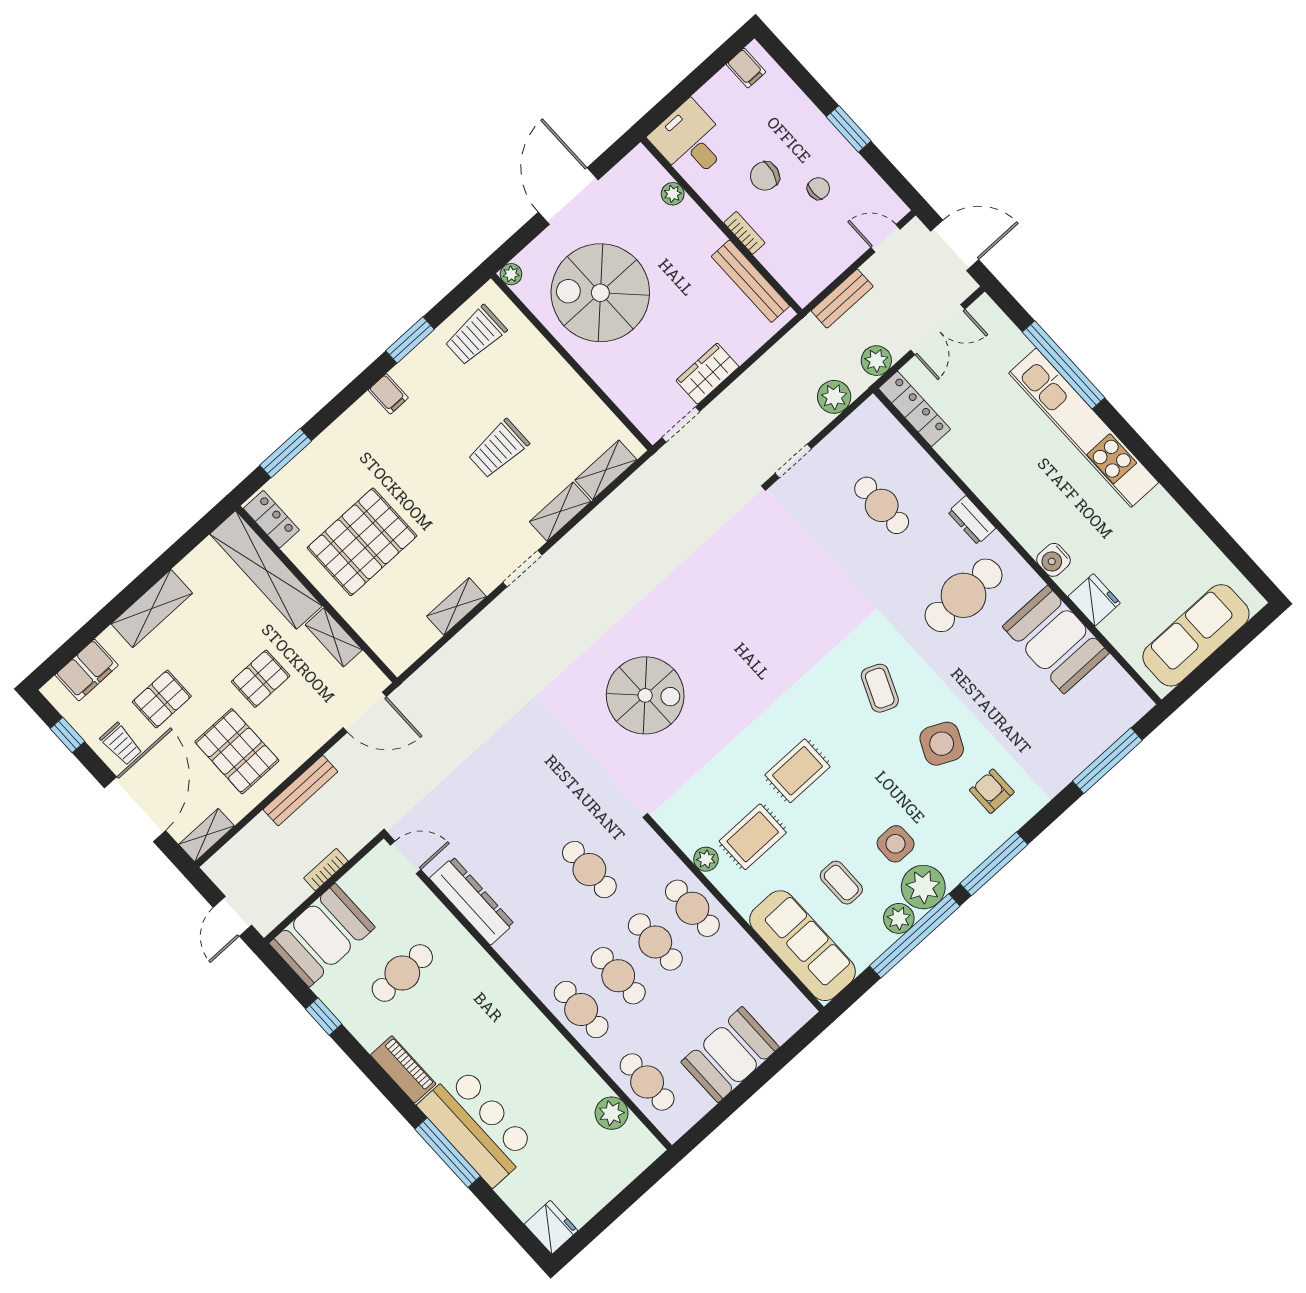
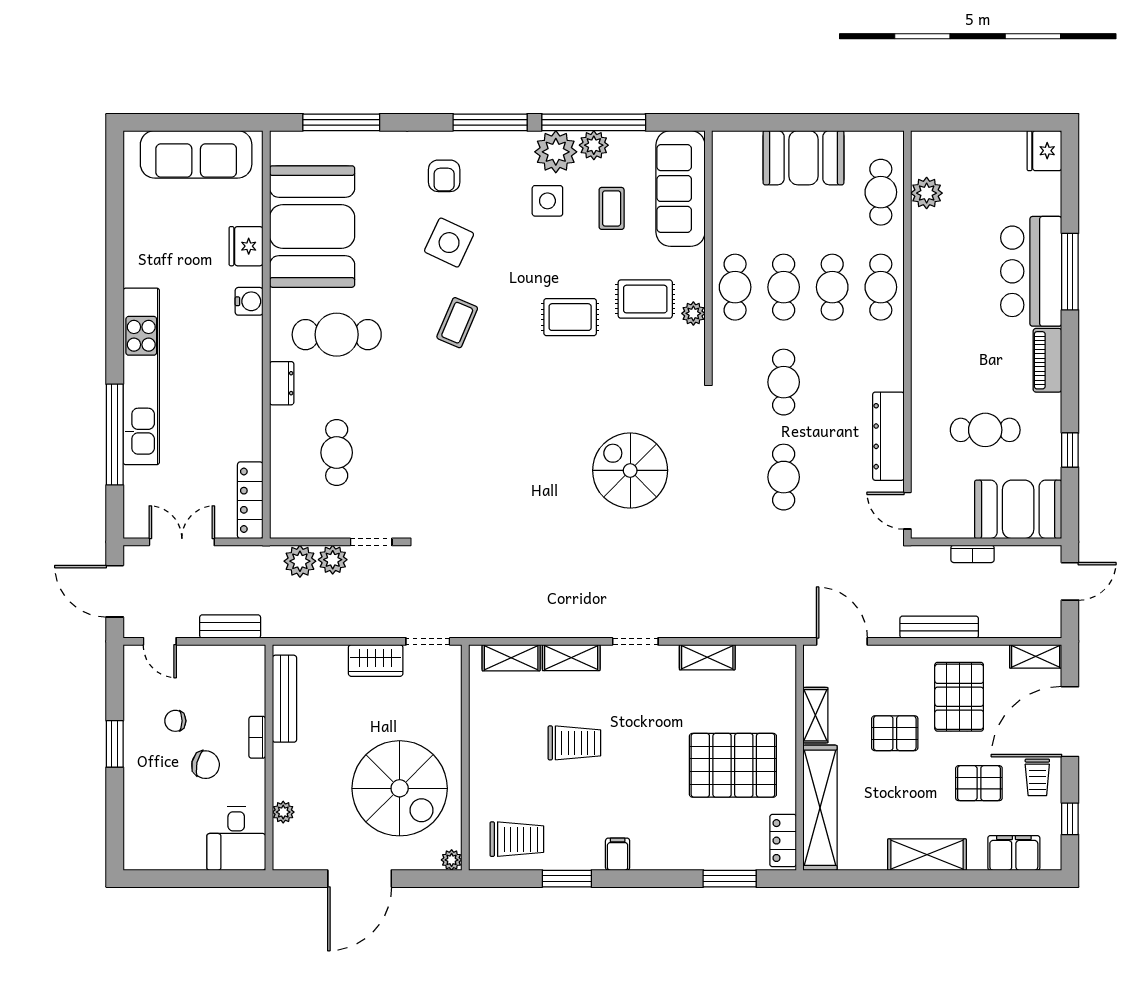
filing cabinet: (746, 68) -> (149, 854), removed
plant: (876, 361) -> (333, 560), moved
booth: (1056, 640) -> (312, 227), width x1.36, depth x1.42
trolley: (121, 744) -> (1037, 777), turned 180
cafe table: (523, 797) -> (784, 477), added

